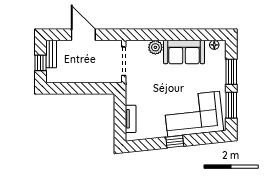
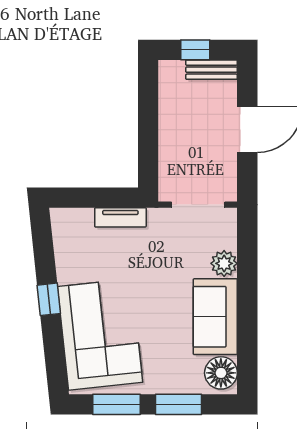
floor lamp: (214, 45) -> (221, 373), width x1.89, depth x1.89
tv unit: (131, 119) -> (120, 217), moved

